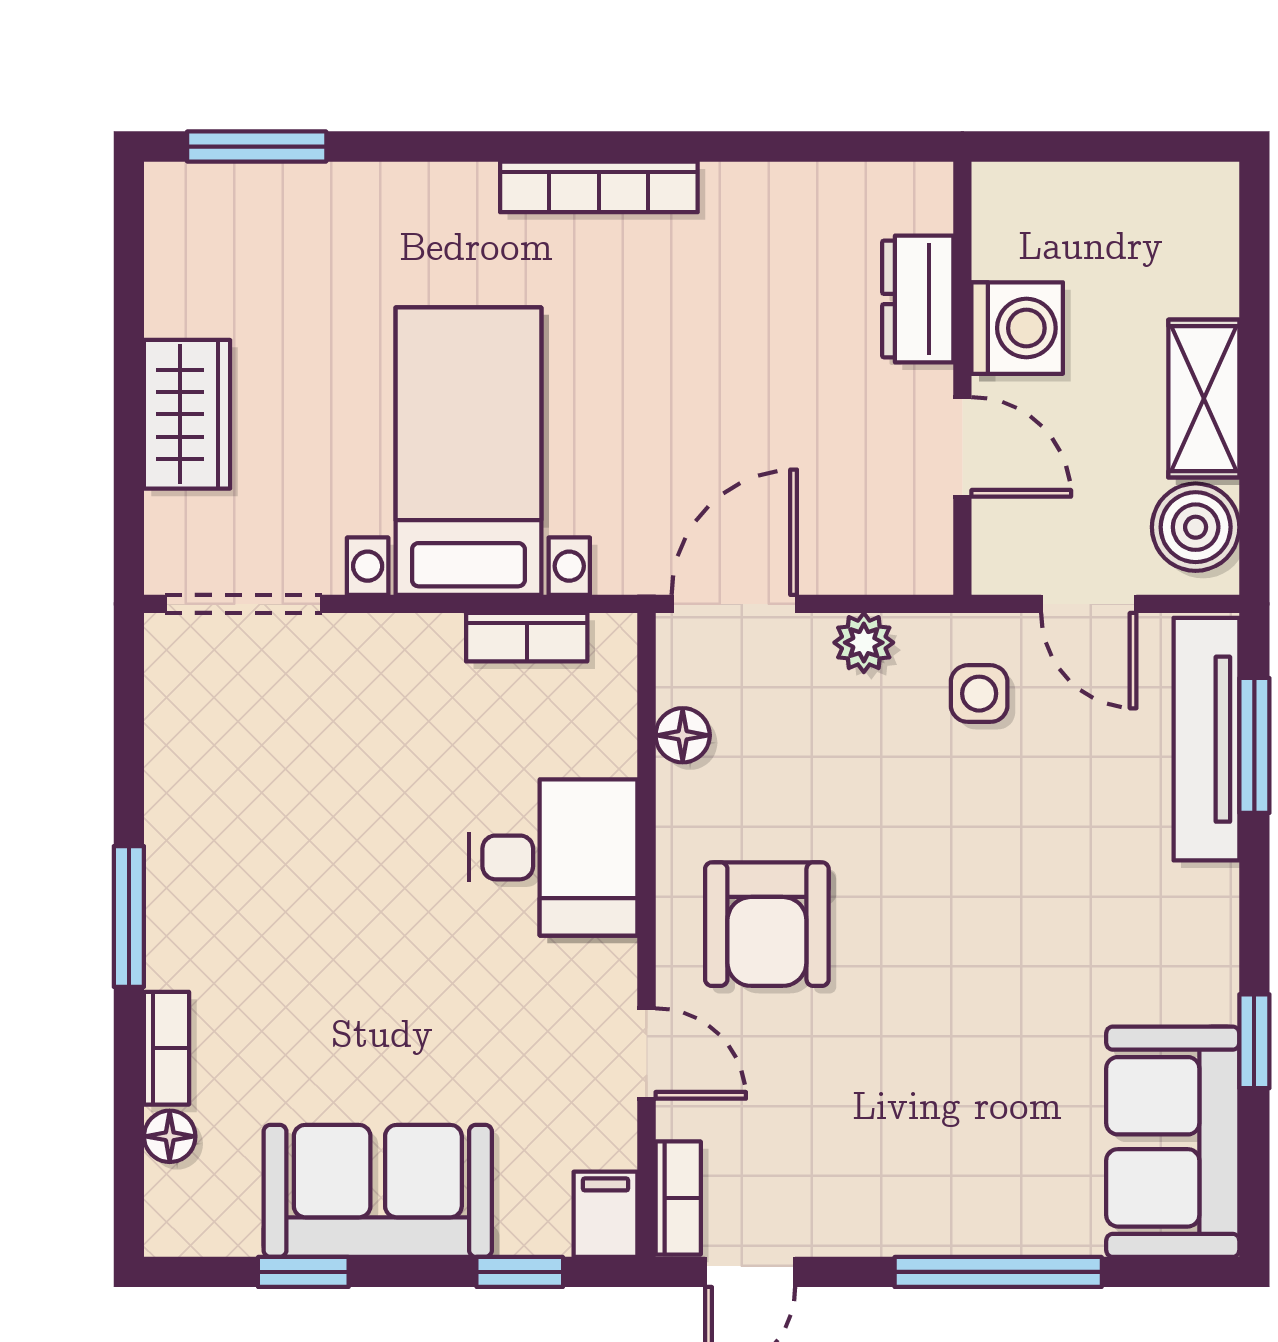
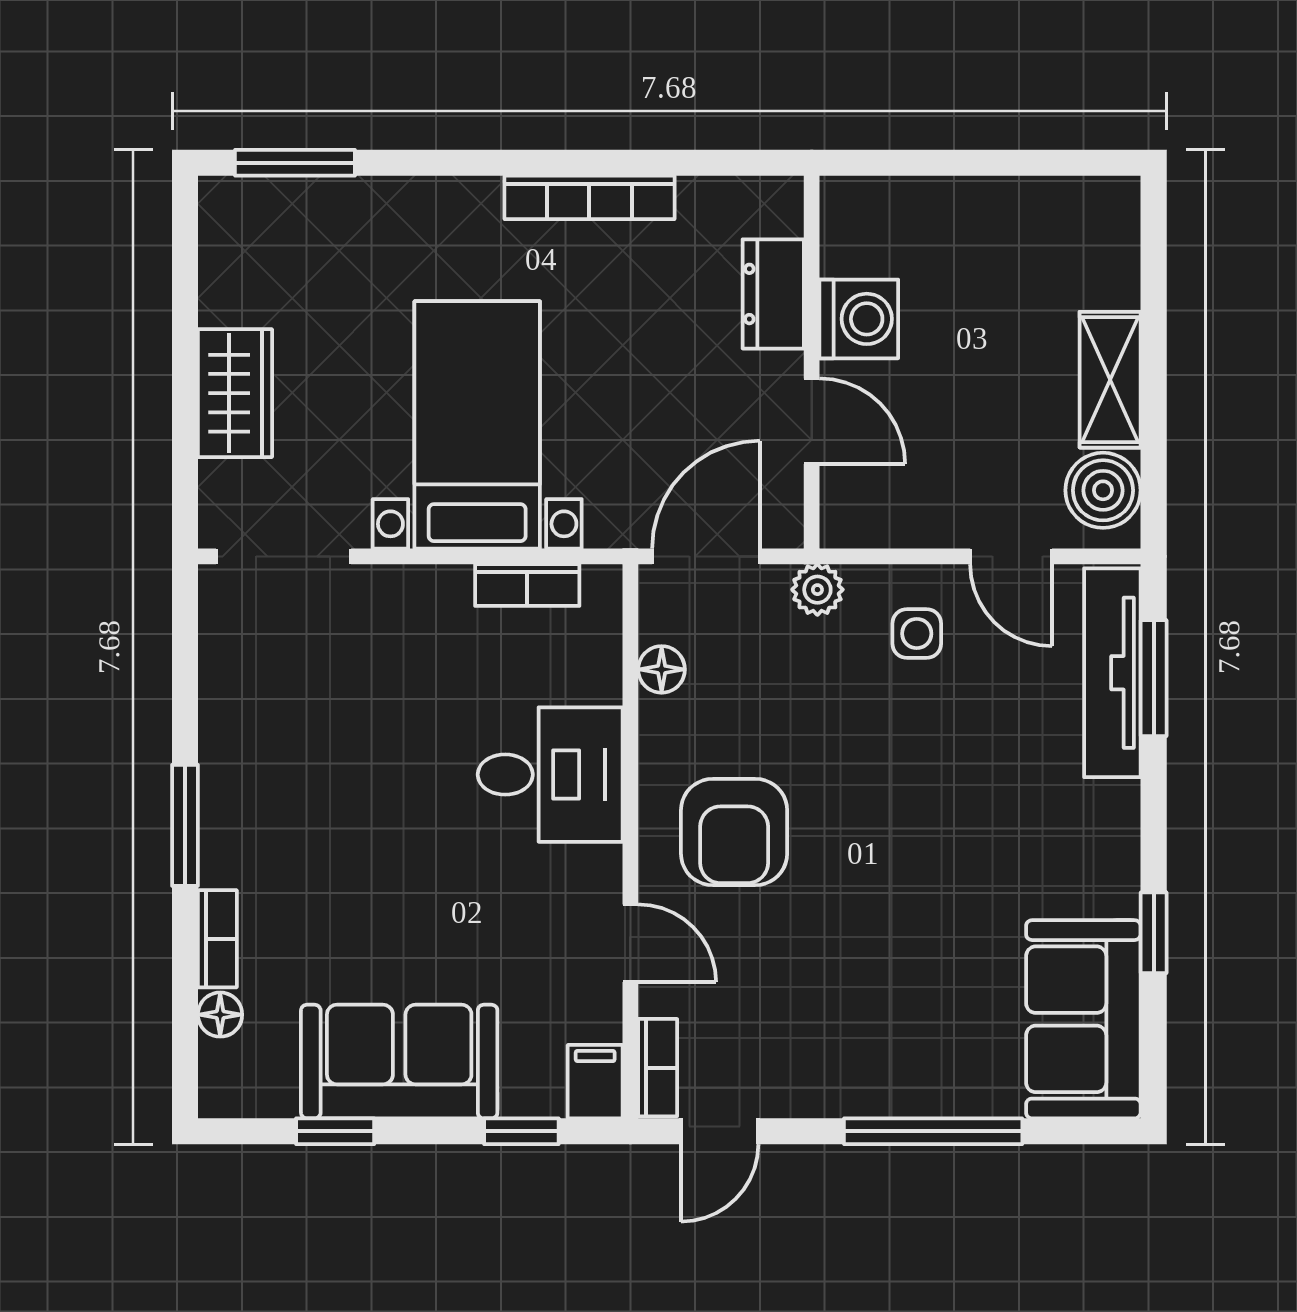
dresser: (918, 299) -> (773, 294), moved
washing machine: (1017, 328) -> (859, 319), moved
wall: (962, 378) -> (812, 362), moved
door: (962, 447) -> (812, 421), moved

